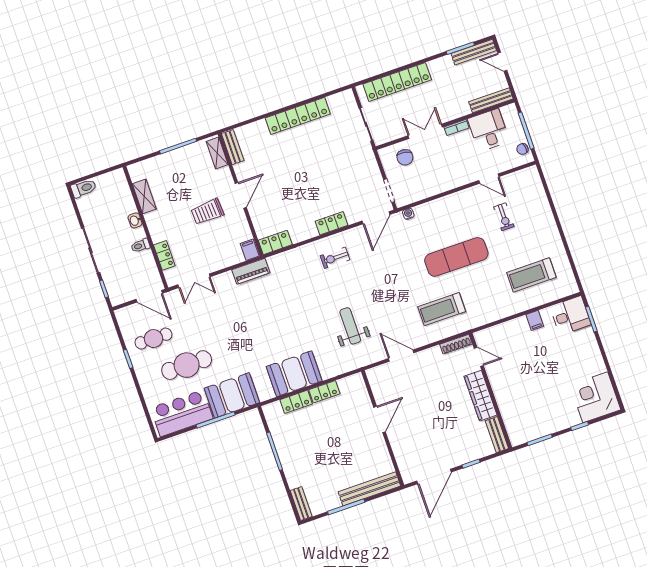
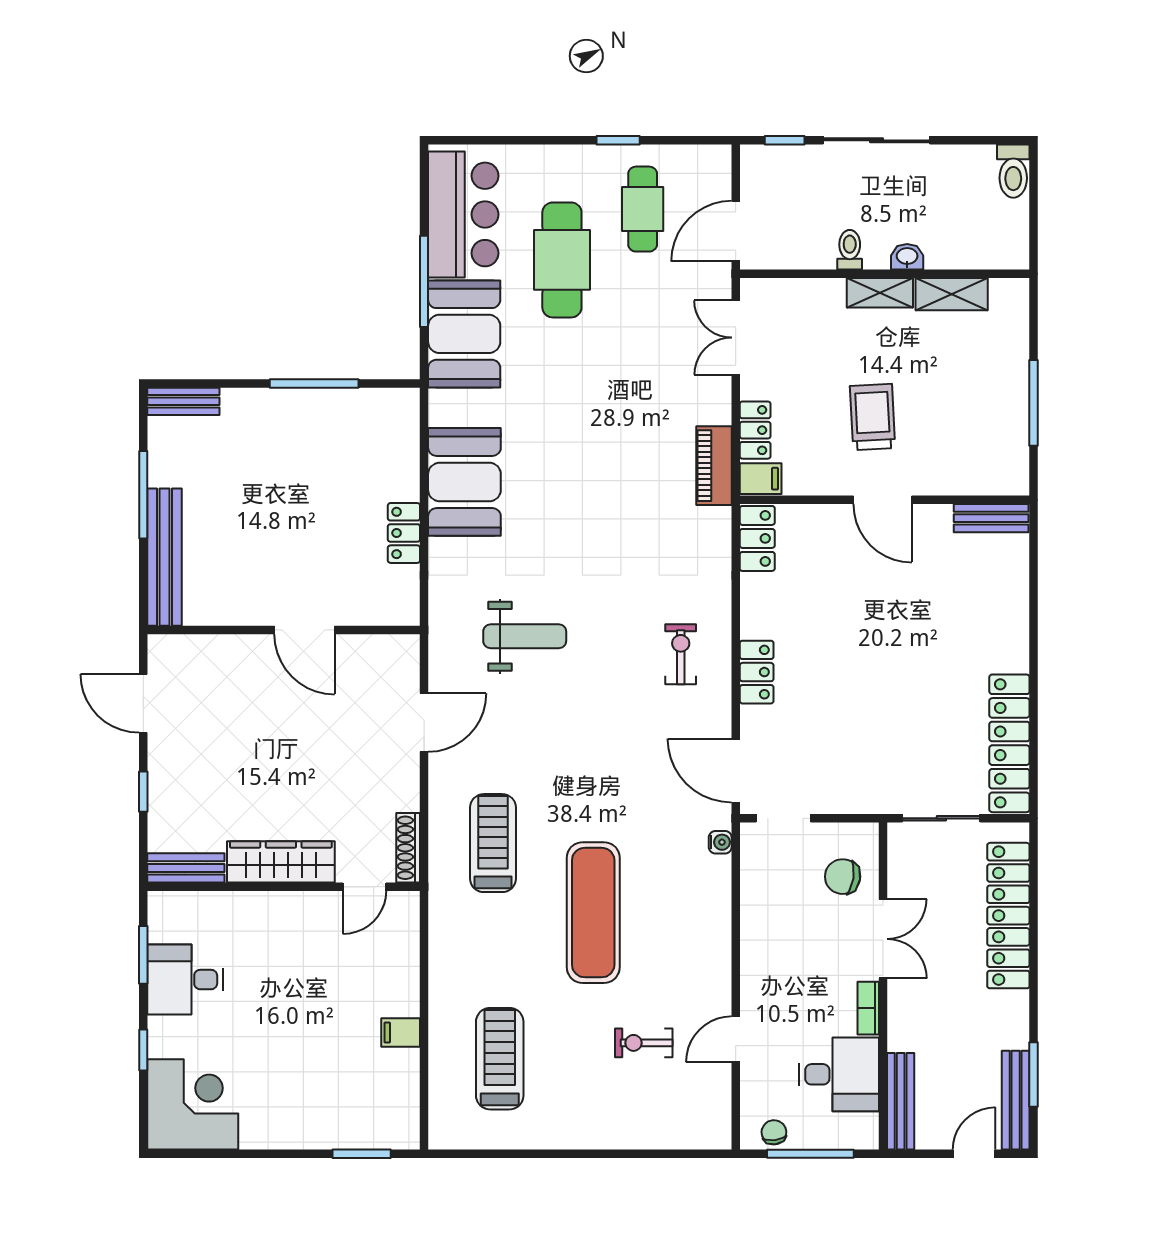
locker: (298, 116) -> (1009, 743), moved
shelving: (217, 153) -> (880, 293), moved
locker: (164, 255) -> (755, 430), moved, turned -90
desk: (570, 315) -> (185, 980), moved, turned 90
locker: (296, 402) -> (403, 465), removed
door: (434, 476) -> (143, 703), width x0.73

